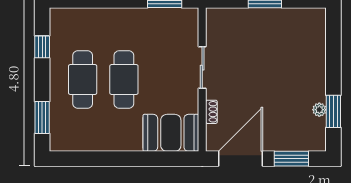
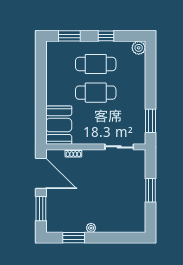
plant: (59, 18) -> (139, 48), added
window: (42, 47) -> (106, 36), moved
sliding door: (202, 68) -> (119, 147), moved
plant: (319, 110) -> (91, 228), moved

